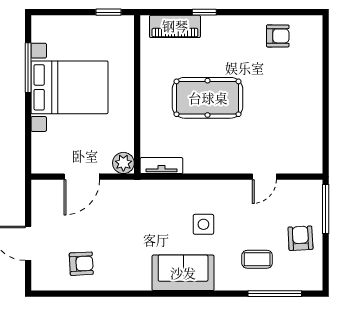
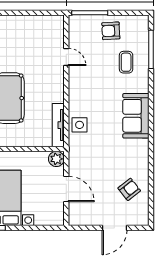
tv unit: (161, 166) -> (58, 125), width x1.41
side table: (203, 224) -> (80, 125), moved
armchair: (81, 264) -> (129, 189), turned 55

